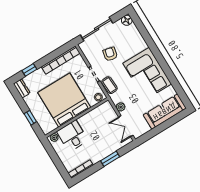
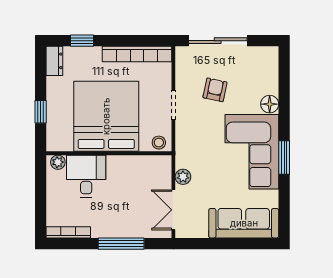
floor lamp: (127, 20) -> (270, 104), moved
window: (165, 67) -> (284, 157), added
coffee table: (109, 85) -> (186, 135), removed
window: (110, 159) -> (121, 244), width x1.44

